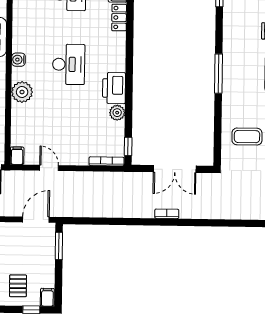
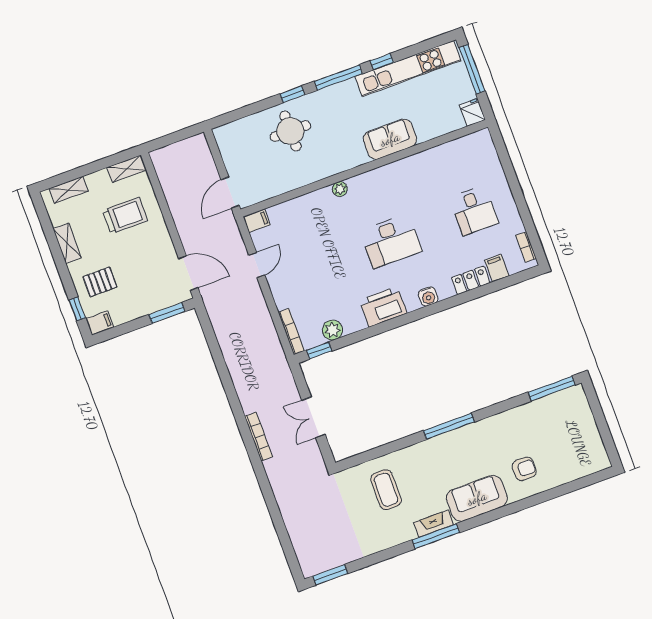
water cooler: (18, 60) -> (428, 296), moved, turned 180
plant: (22, 92) -> (340, 189), width x0.53, depth x0.53
plant: (117, 113) -> (332, 330), moved
double door: (175, 169) -> (313, 417), width x0.73
bookcase: (167, 214) -> (259, 437), width x1.56

